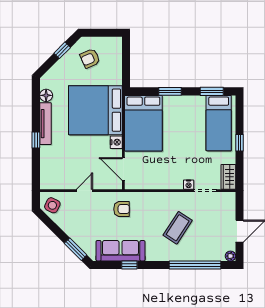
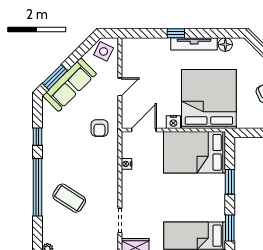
nightstand: (189, 185) -> (127, 164), moved
door: (84, 191) -> (120, 87), hinge flipped
coffee table: (178, 228) -> (69, 198), moved
sofa: (120, 251) -> (70, 85), moved, turned 45
window: (195, 265) -> (37, 187), moved

